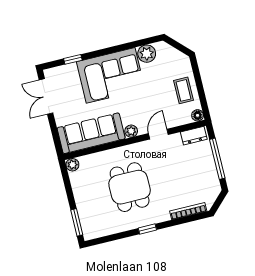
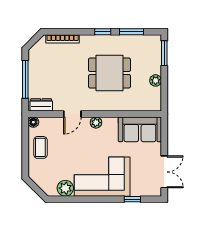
sofa: (91, 133) -> (140, 129), width x0.73
plant: (72, 165) -> (156, 80), moved
dining table: (130, 187) -> (110, 73), turned 90
window: (117, 236) -> (131, 32), added

